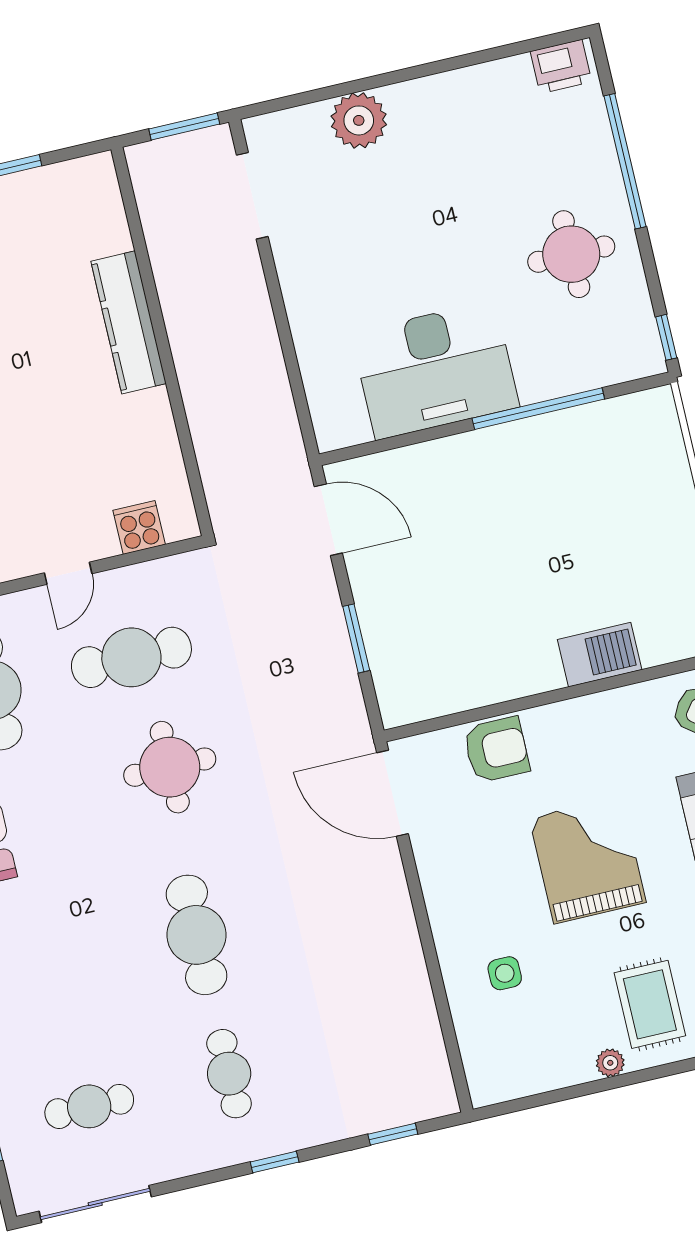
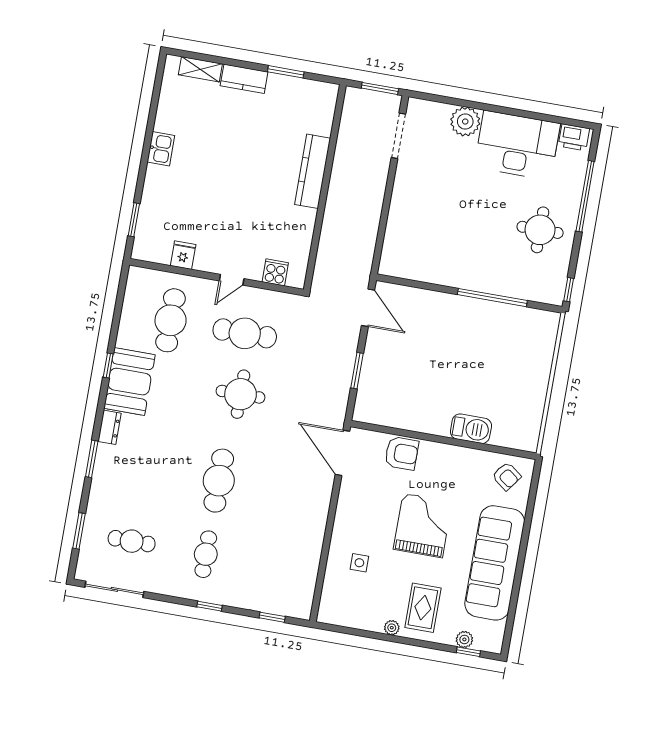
desk: (435, 370) -> (517, 145), moved, turned 180

